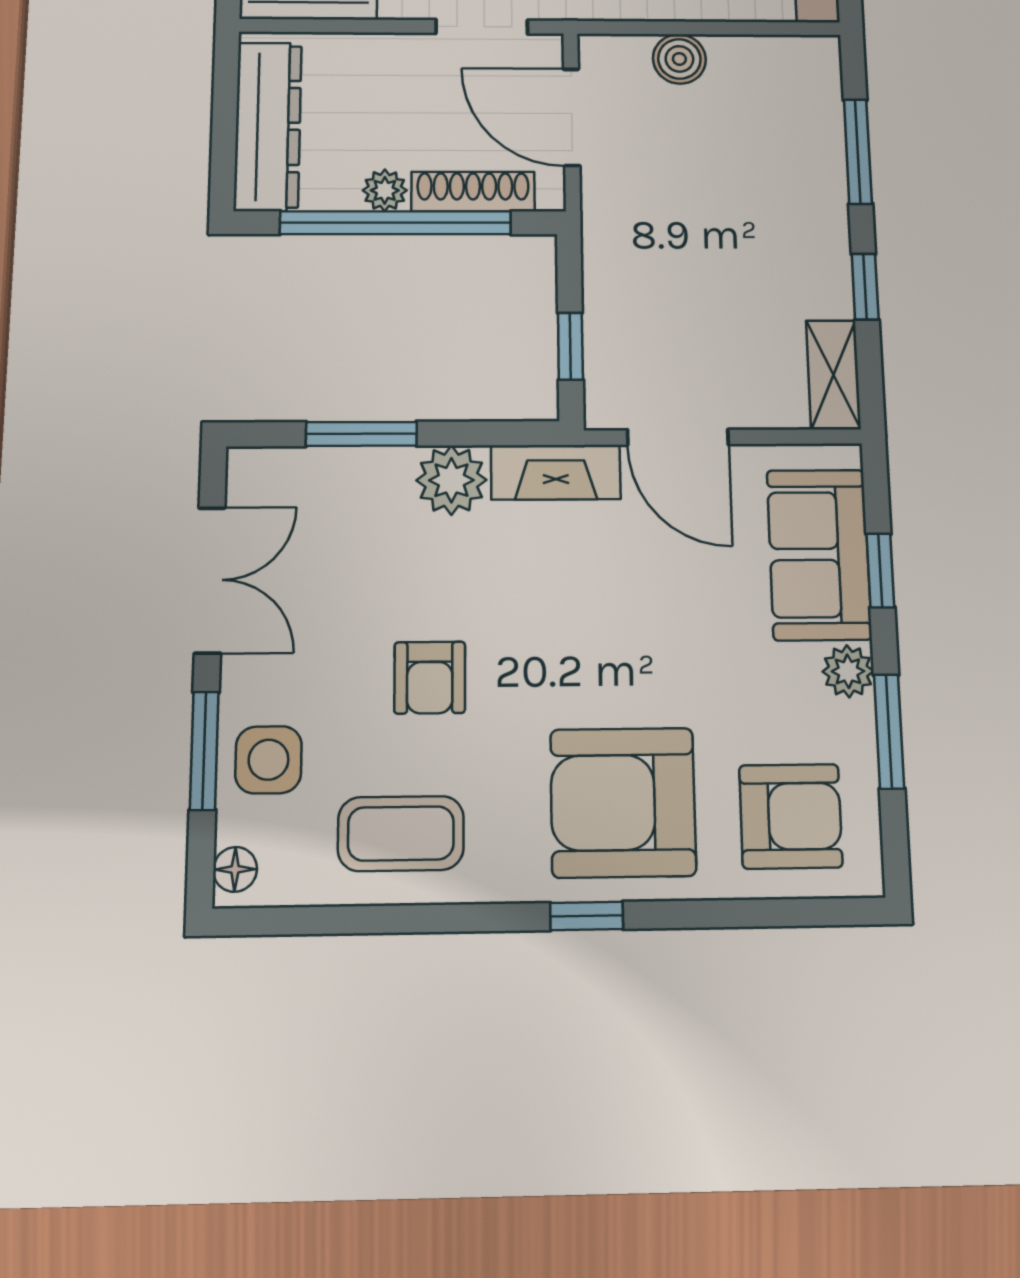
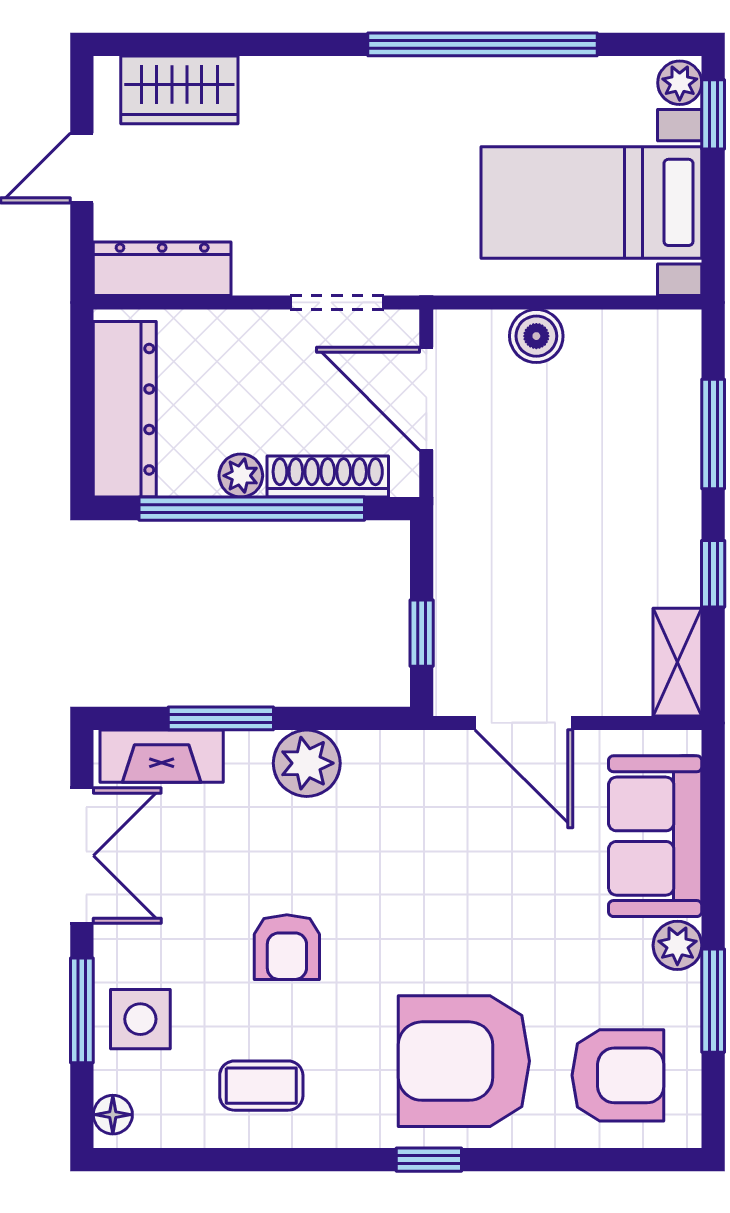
fireplace: (556, 472) -> (162, 756), moved
window: (880, 570) -> (713, 852), removed
coffee table: (401, 833) -> (261, 1086), width x0.73, depth x0.77

